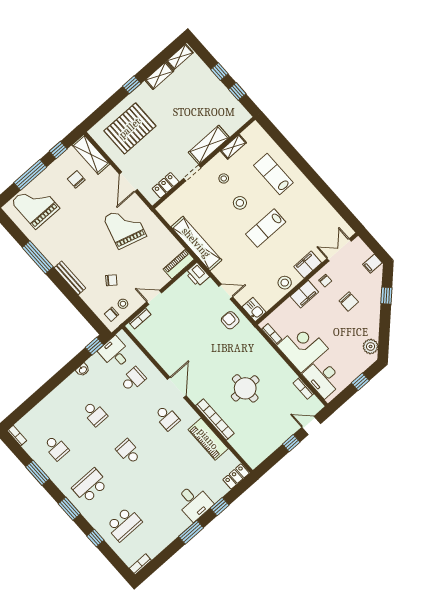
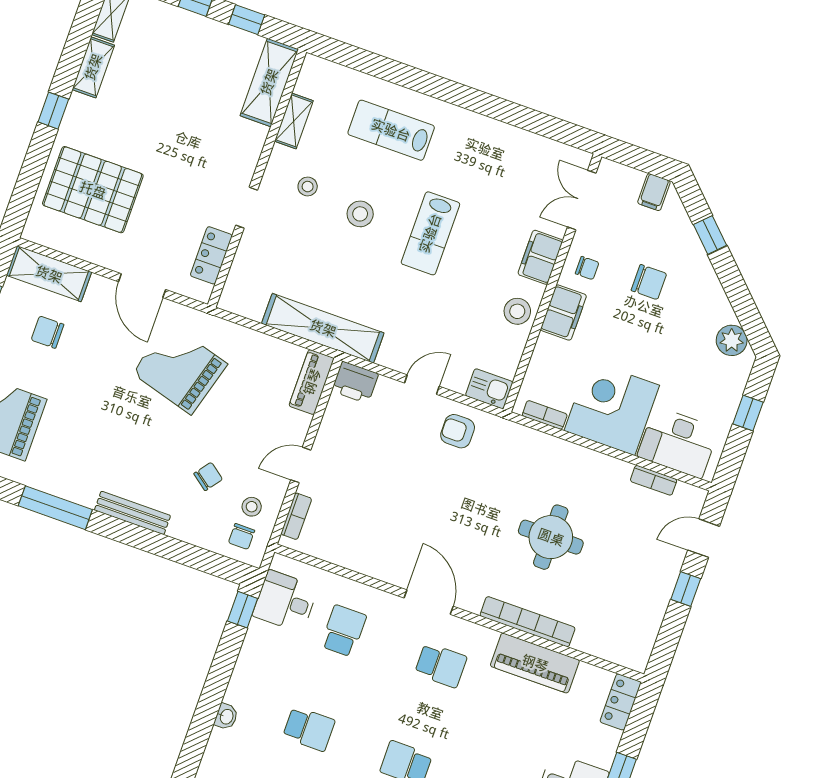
pallet: (130, 128) -> (93, 190), turned 90
shelving: (209, 145) -> (269, 82), moved
washbasin: (83, 370) -> (226, 717), moved

